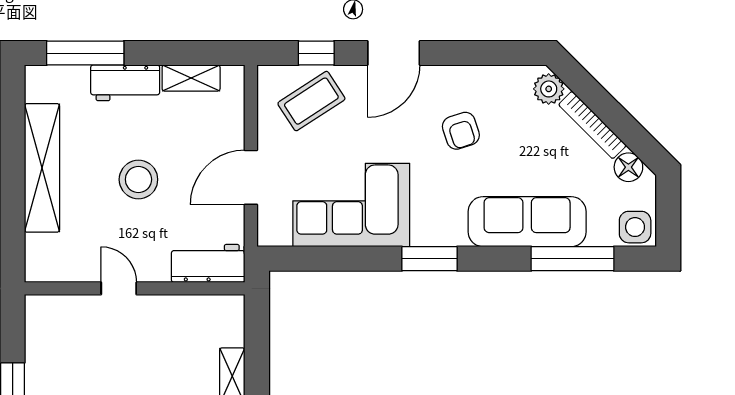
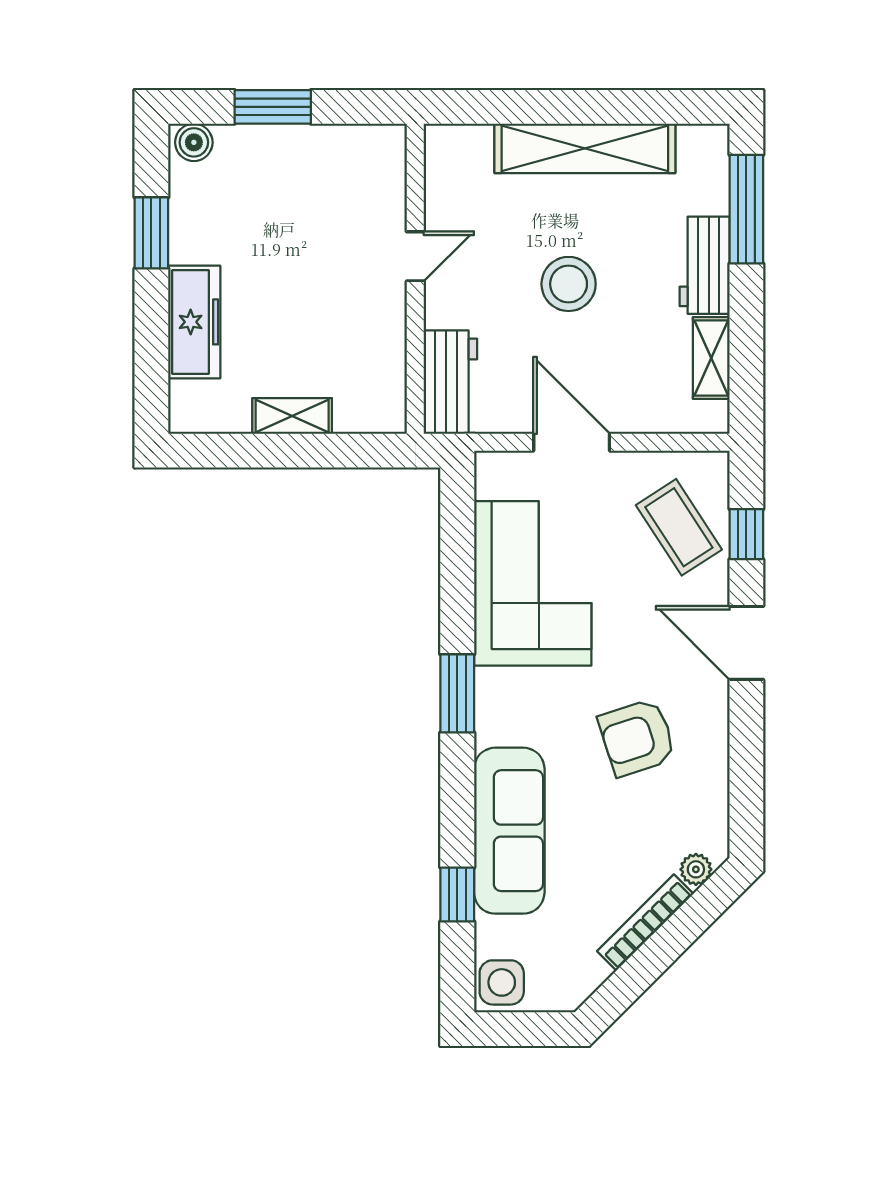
plant: (549, 89) -> (696, 869), width x0.73, depth x0.73
armchair: (461, 131) -> (637, 737), width x1.38, depth x1.38
floor lamp: (628, 167) -> (586, 973), removed
window: (572, 259) -> (457, 894), width x0.46

